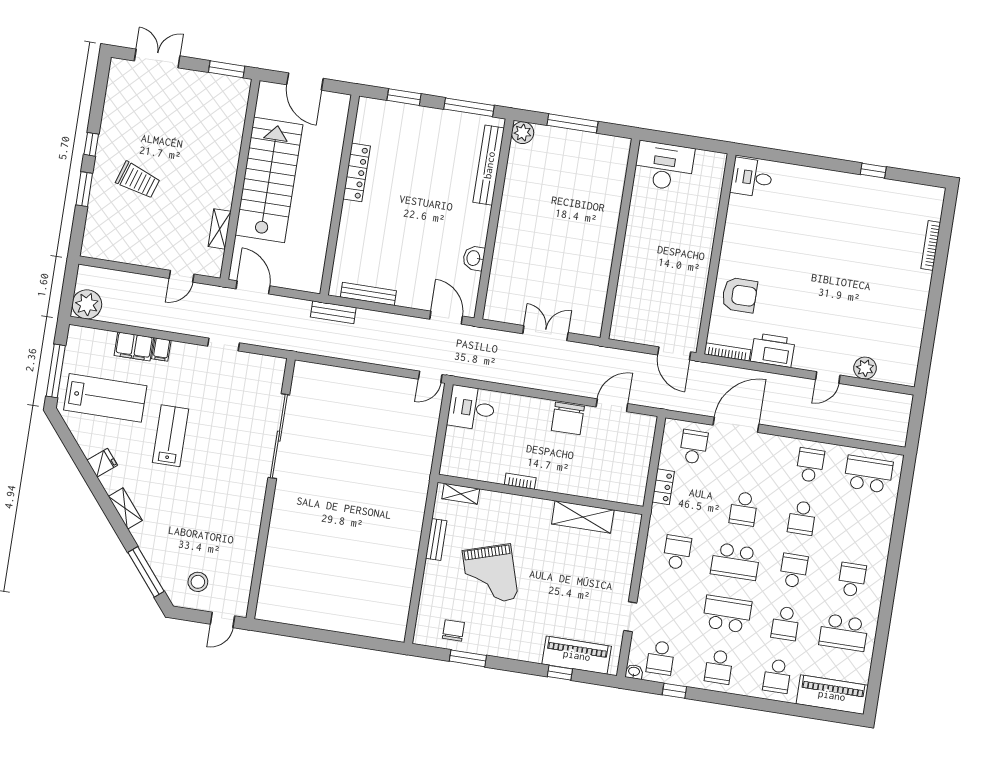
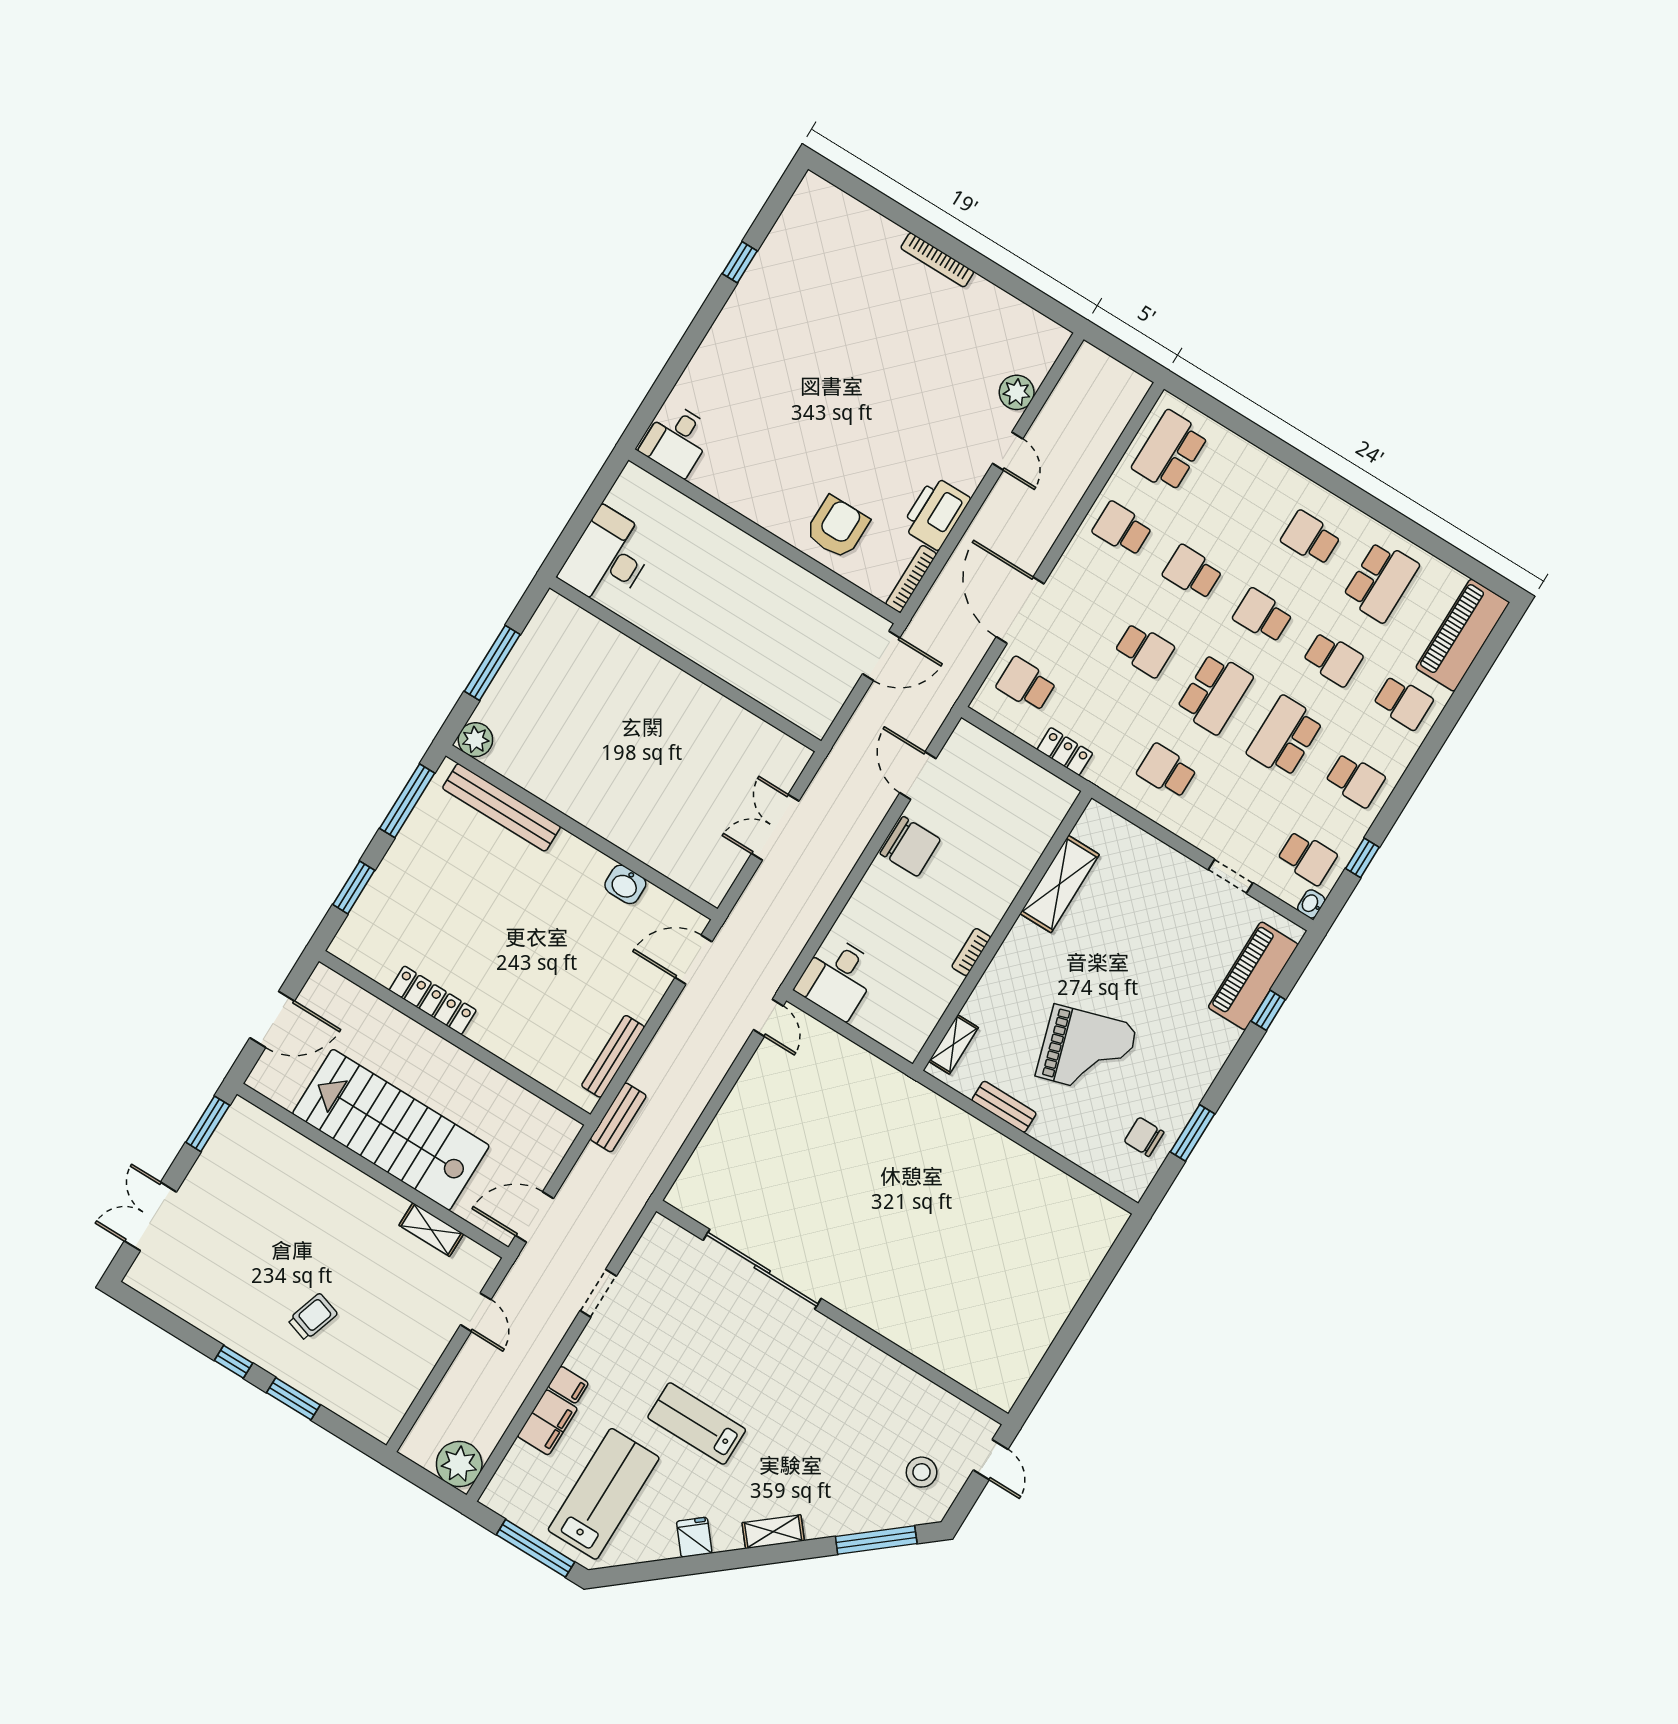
trolley: (138, 180) -> (313, 1317), width x0.73, depth x0.72
bookcase: (931, 245) -> (937, 260), moved
school desk: (802, 518) -> (1192, 572), turned 180

